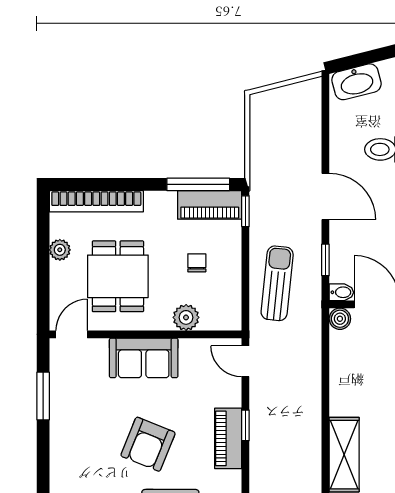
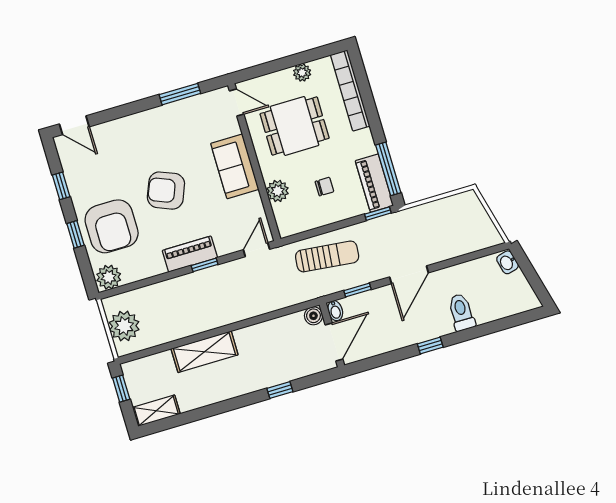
washbasin: (356, 82) -> (507, 262), width x0.52, depth x0.69

